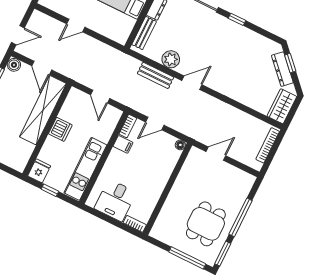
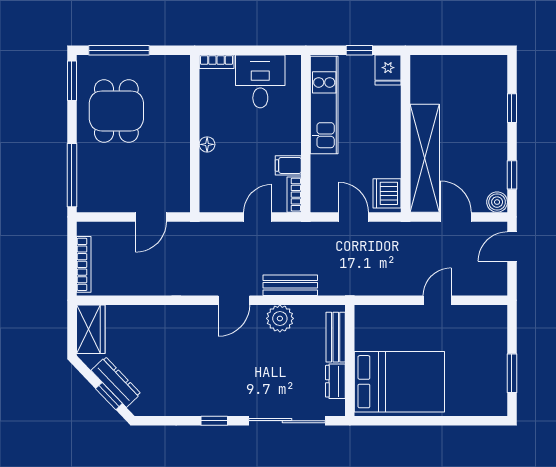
dishwasher: (60, 129) -> (387, 193), moved
floor lamp: (180, 145) -> (207, 144), moved
window: (241, 217) -> (72, 175), moved

